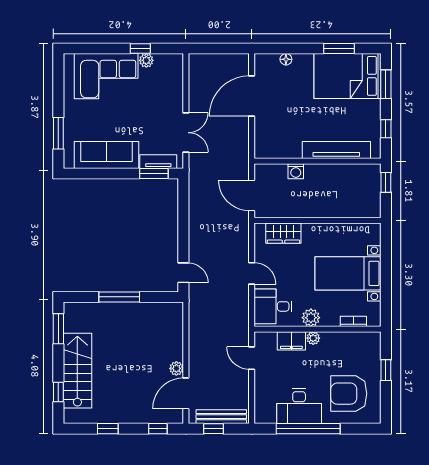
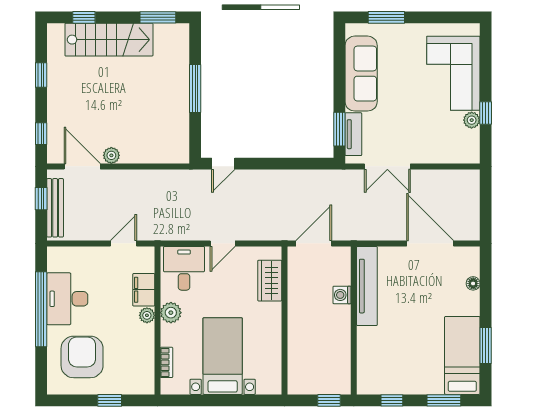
bed: (347, 76) -> (462, 355), width x0.67
tv unit: (336, 150) -> (367, 286), moved

